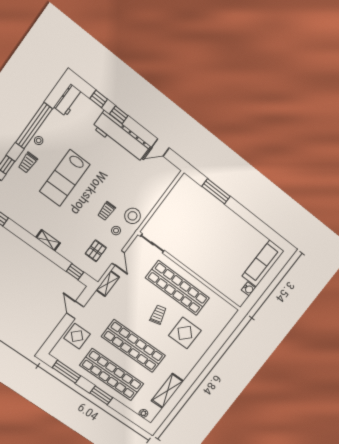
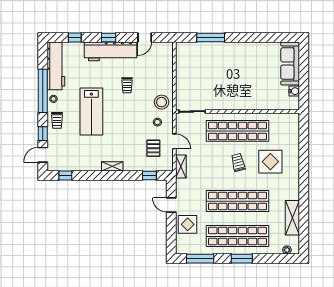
workbench: (68, 100) -> (56, 66), width x1.88, depth x1.32
window: (119, 115) -> (109, 37), moved
trolley: (106, 211) -> (127, 85), moved

